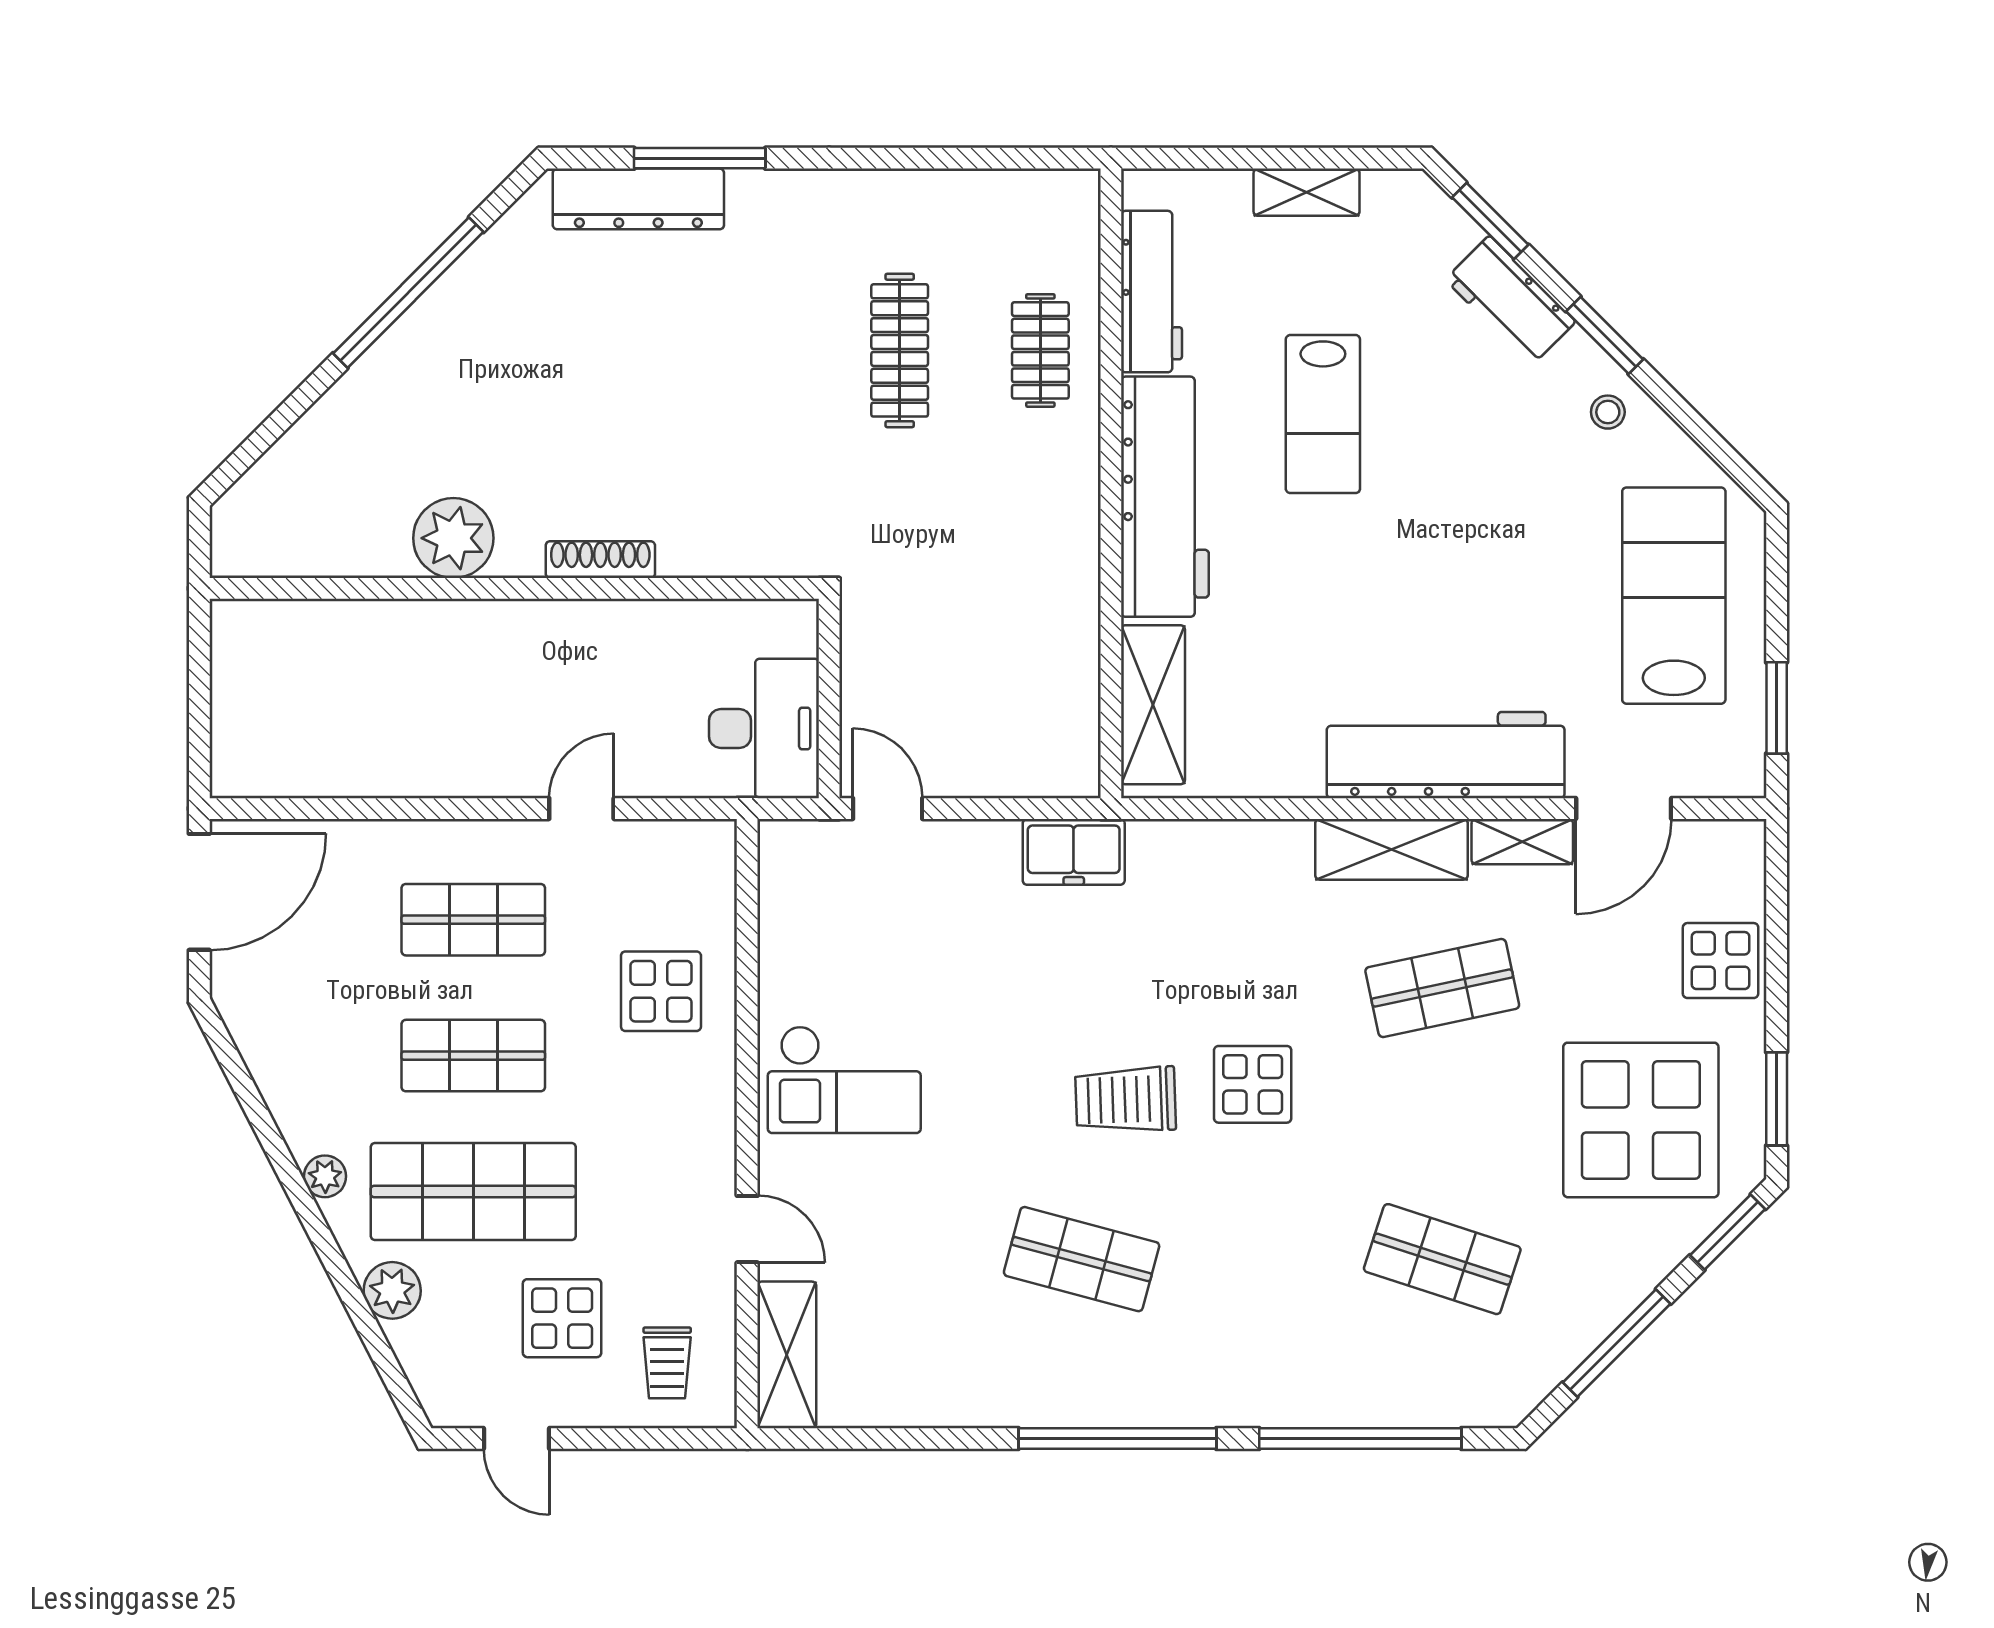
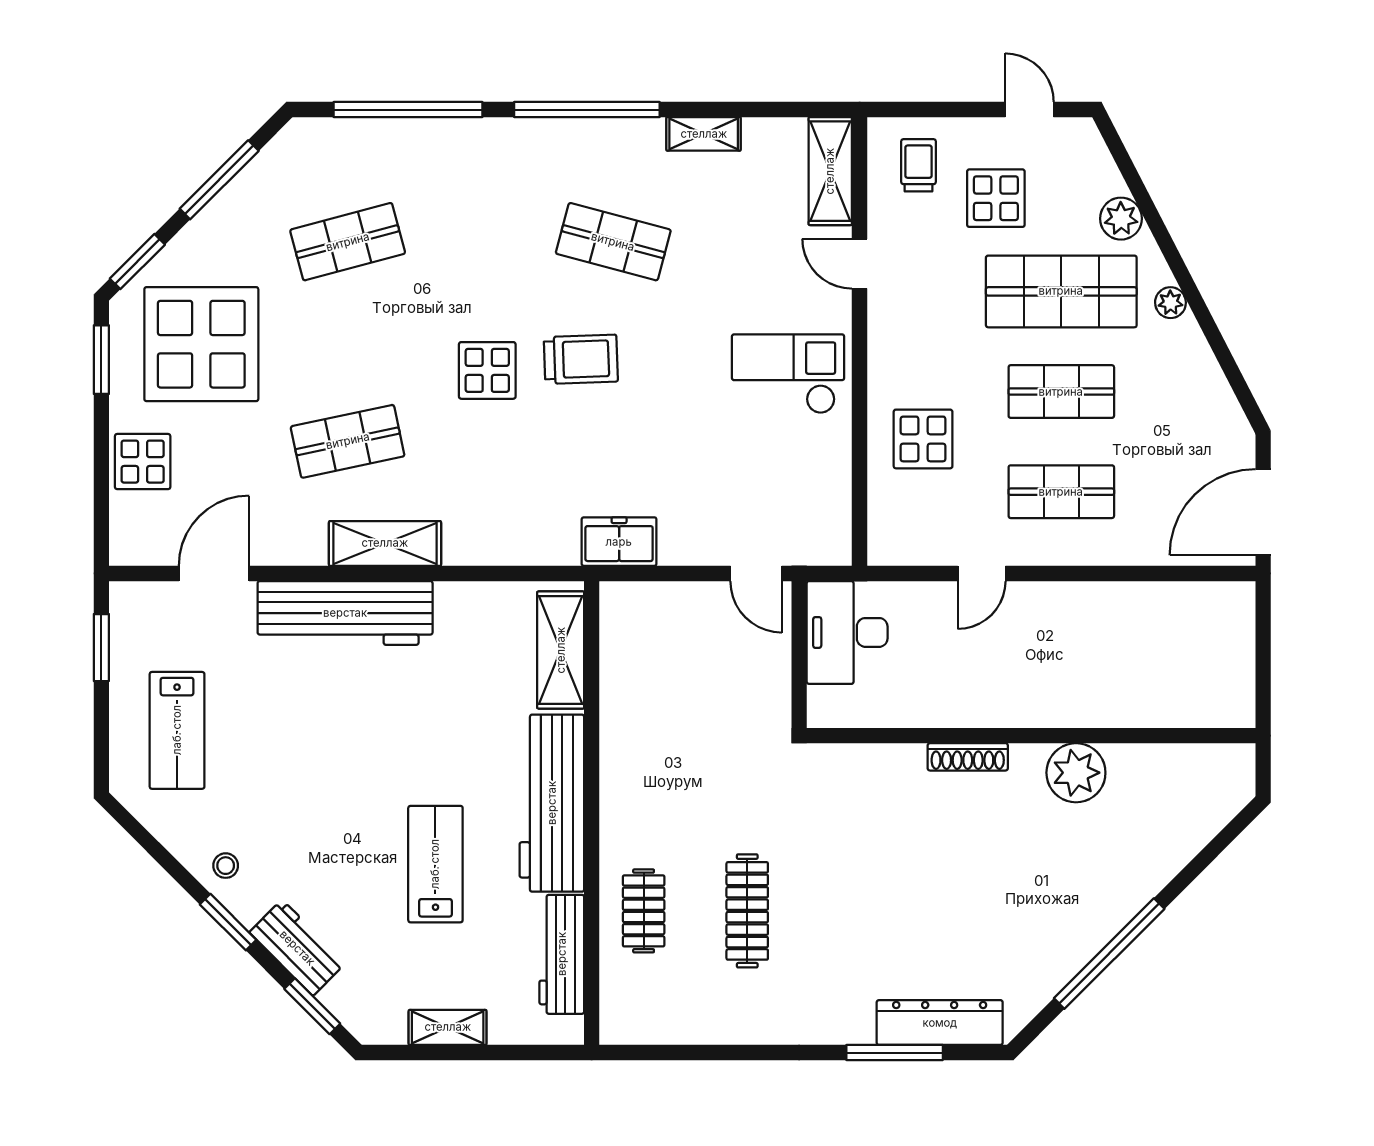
lab bench: (1674, 596) -> (177, 730), width x0.73, depth x0.72
shelving: (1522, 842) -> (704, 134), moved
shop shelf: (1442, 1259) -> (348, 242), turned -33

